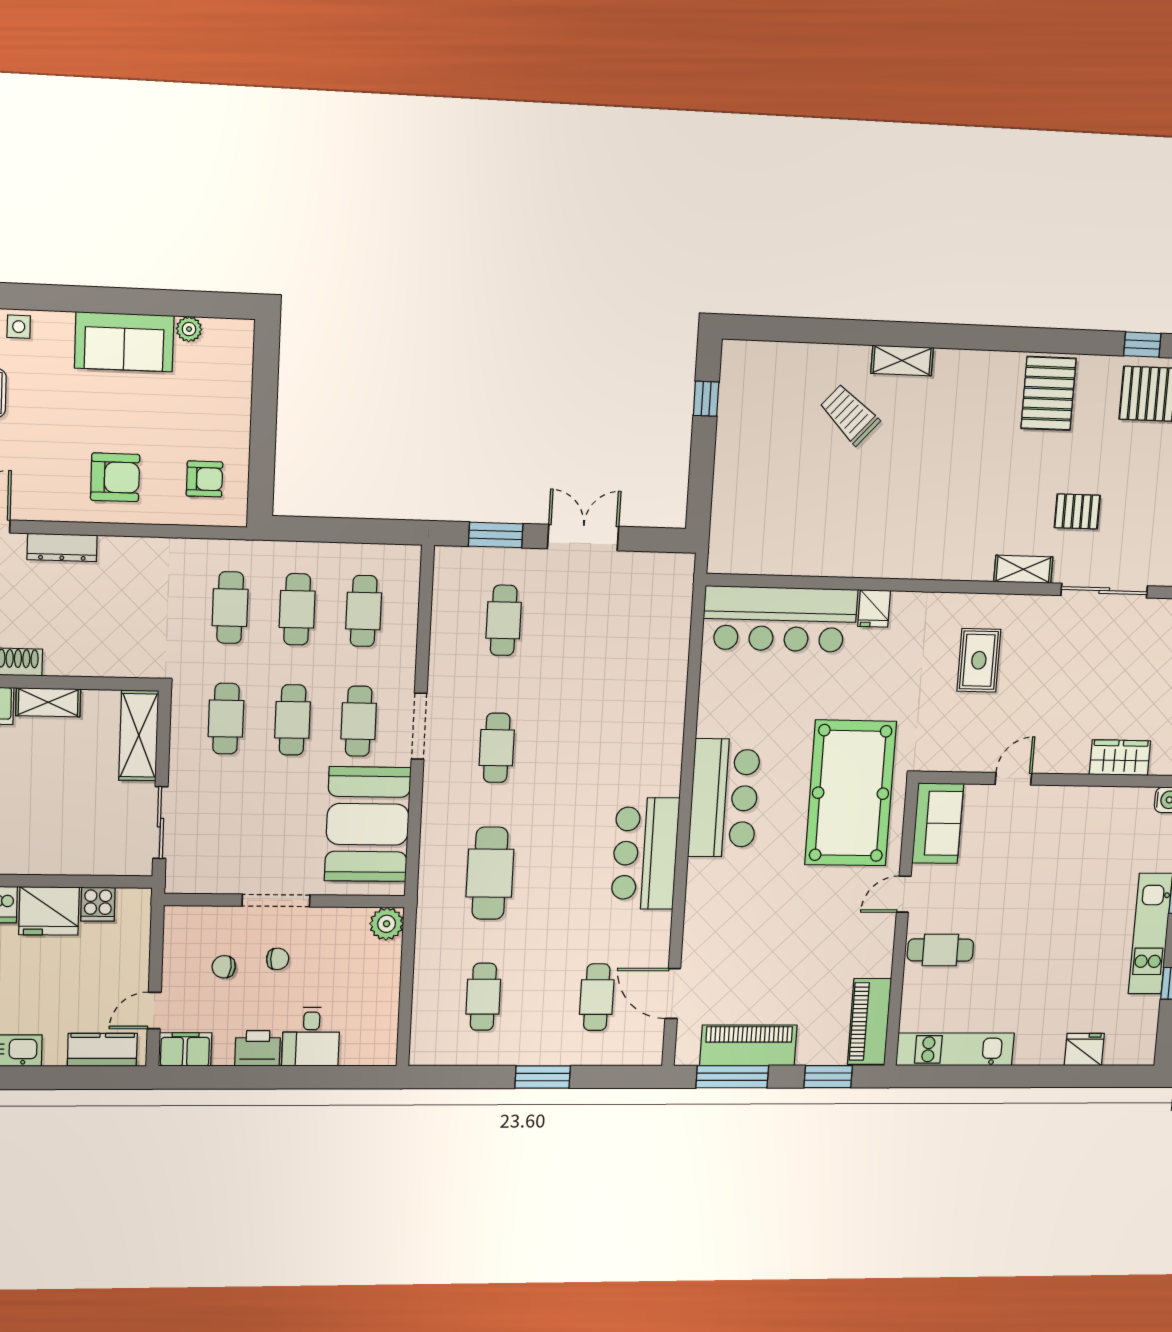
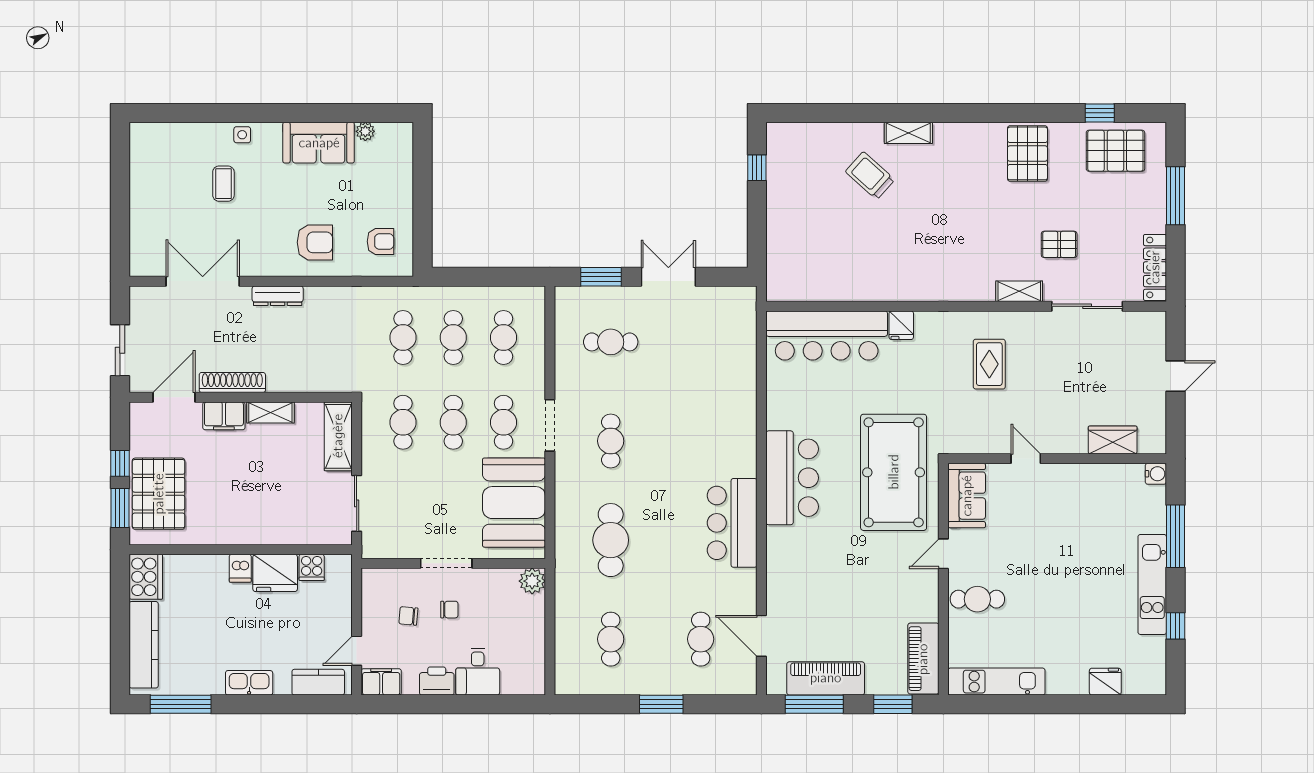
cafe table: (504, 620) -> (611, 342), turned 90
door: (1013, 779) -> (1026, 459), hinge flipped

